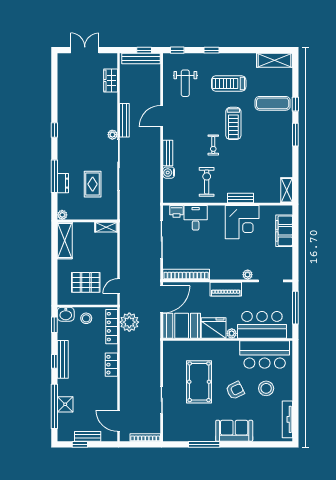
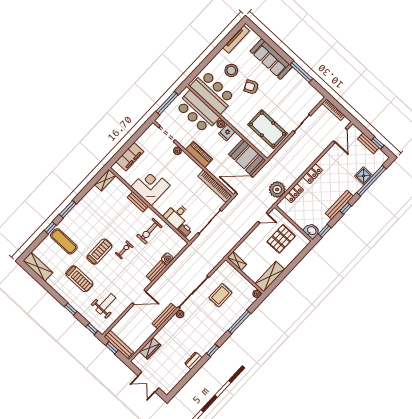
dresser: (63, 183) -> (193, 361), moved
pallet: (86, 282) -> (281, 239), turned 90
stool: (86, 318) -> (301, 217), removed
locker: (112, 327) -> (294, 193), width x0.66
fridge: (214, 328) -> (227, 133), width x0.53, depth x0.75
pool table: (199, 382) -> (268, 129), moved, turned 90
sofa: (234, 431) -> (271, 59), width x1.36

